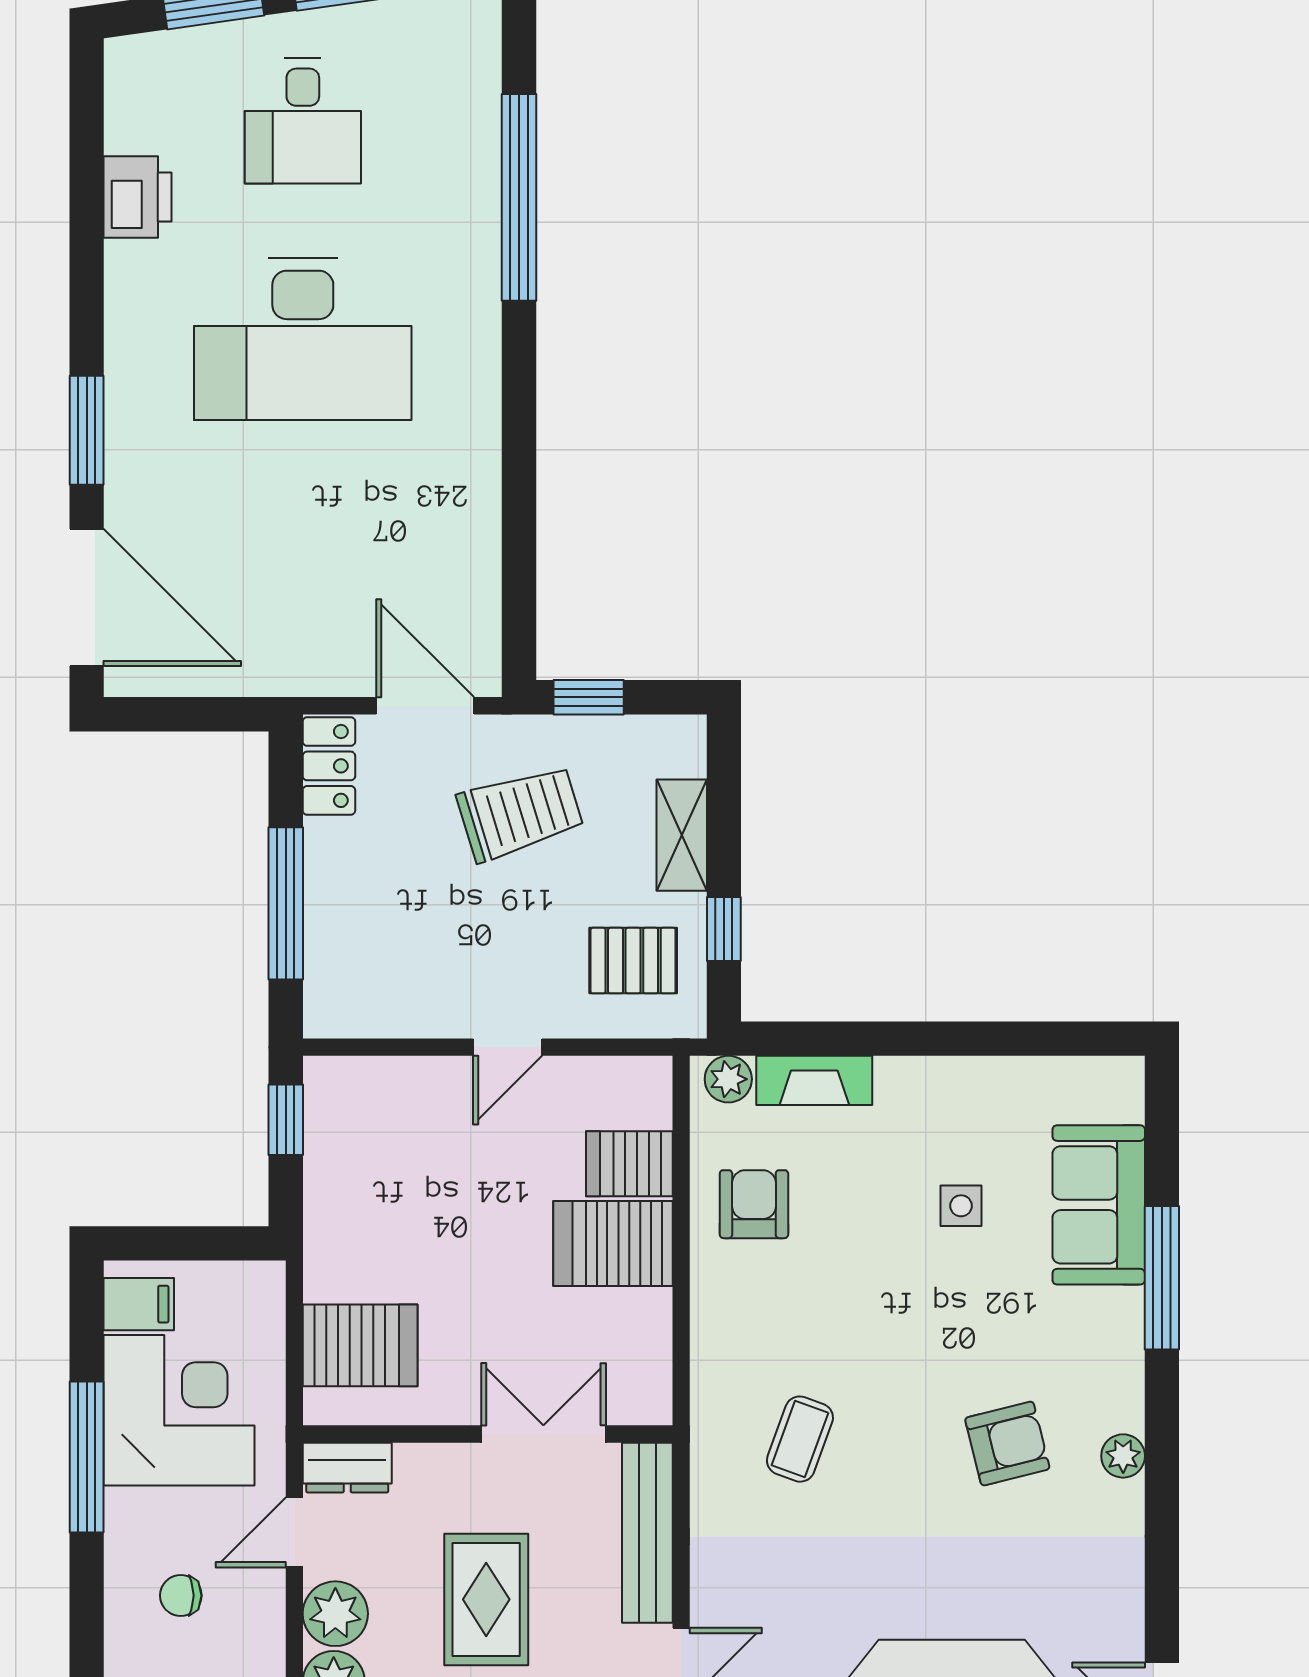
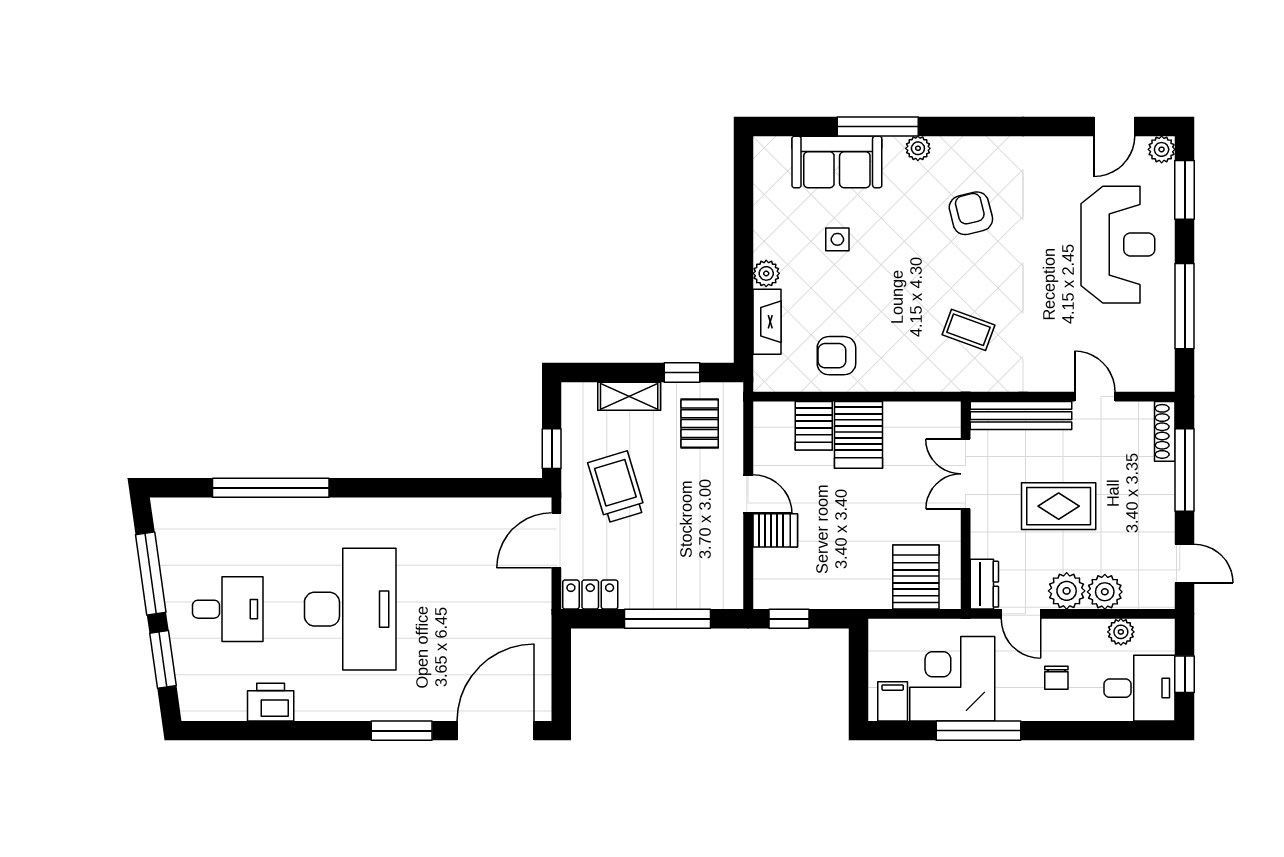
plant: (728, 1079) -> (766, 273), moved
server rack: (443, 1095) -> (775, 530), added
plant: (1123, 1456) -> (918, 148), moved

